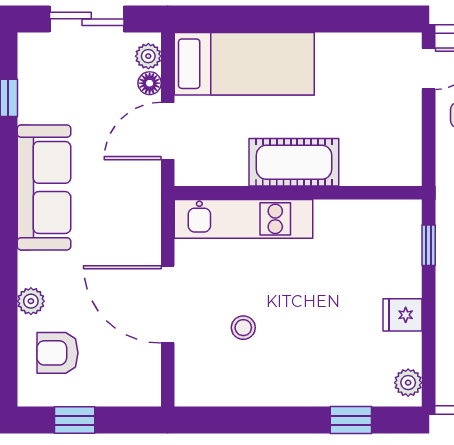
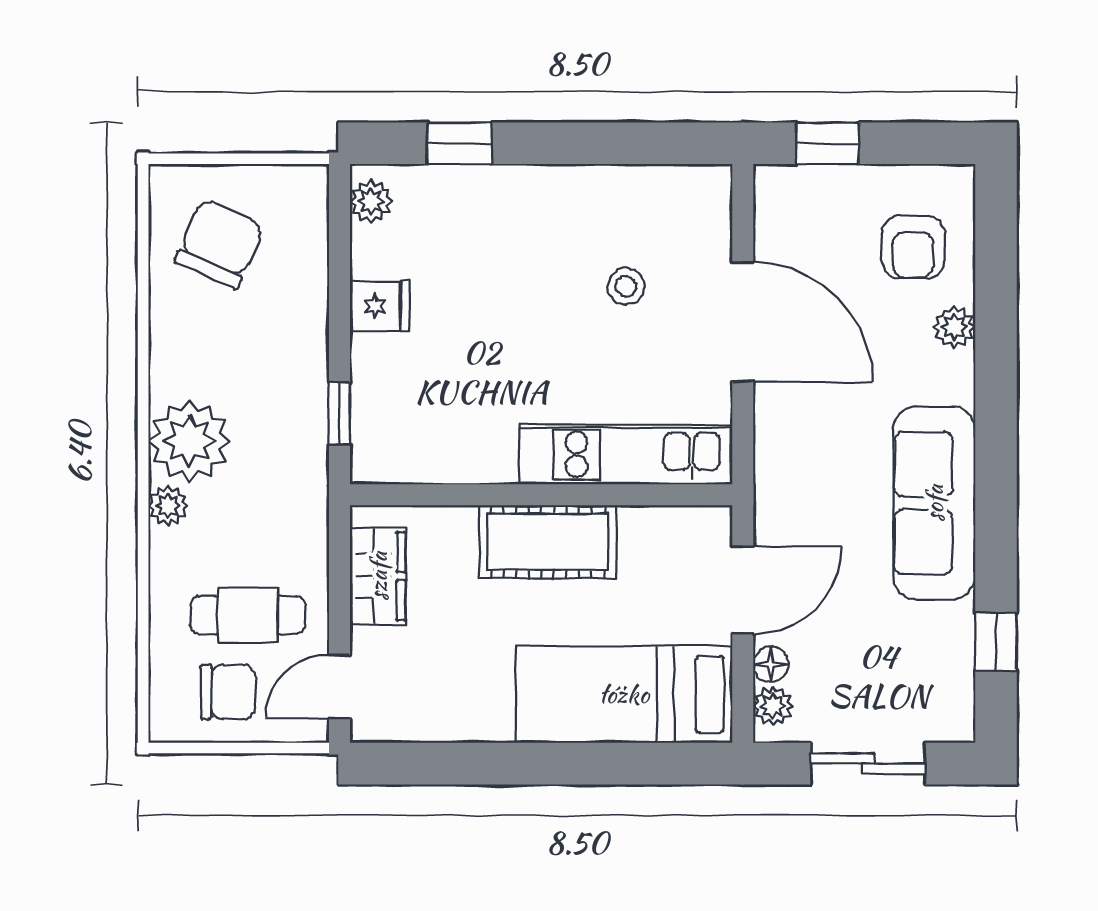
wardrobe: (404, 140) -> (378, 576), added
armchair: (58, 353) -> (913, 247), turned 90
window: (75, 420) -> (827, 143), moved

